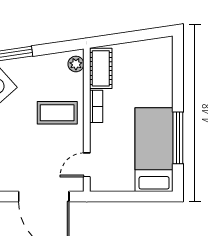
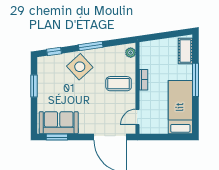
cot: (101, 68) -> (185, 51), moved
window: (178, 138) -> (196, 80), moved

